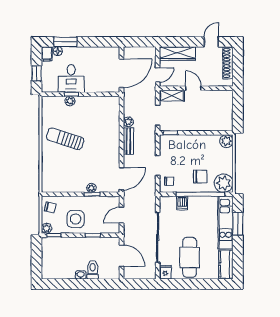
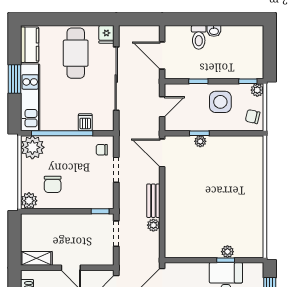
shelving: (172, 96) -> (36, 258), moved
sun lounger: (65, 139) -> (234, 204), removed
chair: (200, 177) -> (53, 184), moved, turned -90
door: (121, 179) -> (162, 153), hinge flipped
window: (238, 224) -> (15, 79), moved

